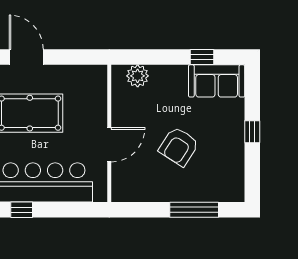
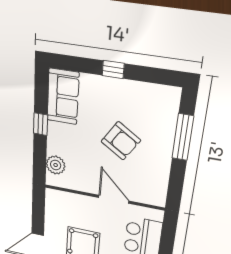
window: (202, 57) -> (41, 124), moved

